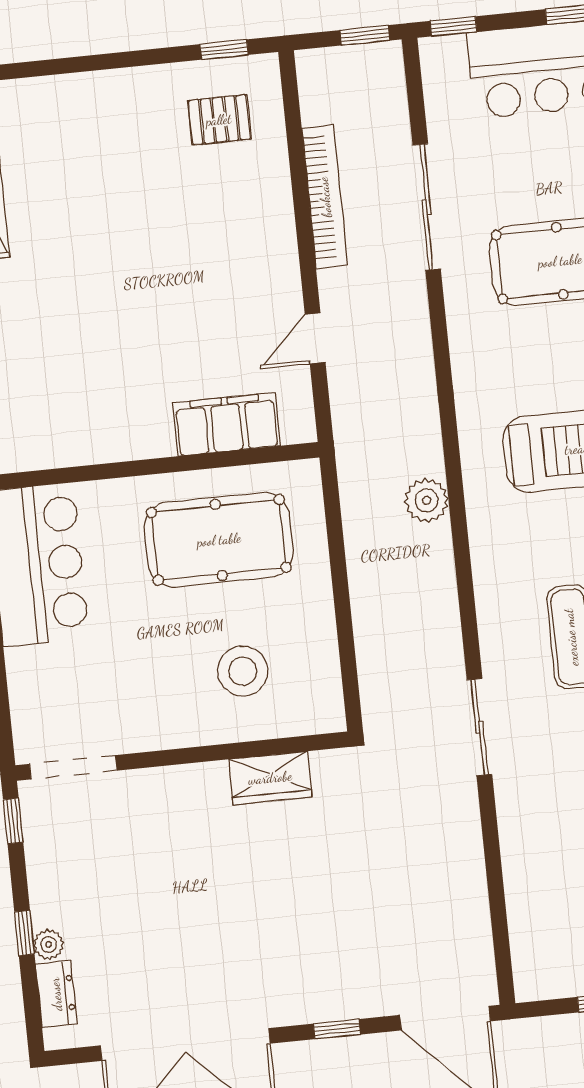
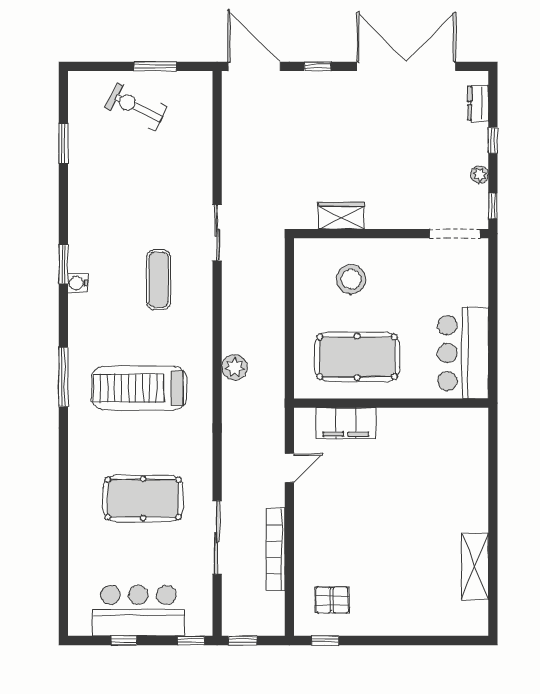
plant: (49, 944) -> (480, 175), moved

